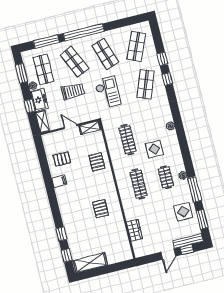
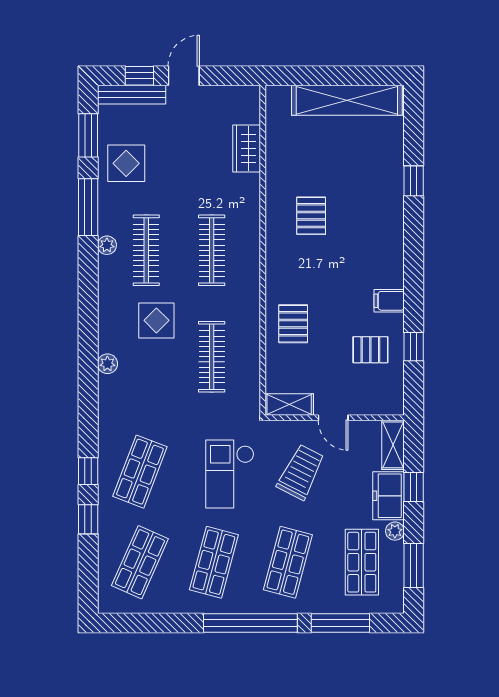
shop shelf: (105, 54) -> (214, 562), turned 33
shop shelf: (74, 62) -> (288, 562), turned 39
trolley: (73, 91) -> (301, 472), moved, turned 117
clothes rail: (166, 177) -> (146, 250), width x1.36
window: (67, 255) -> (414, 347), moved
shelving: (90, 263) -> (347, 100), width x1.47

